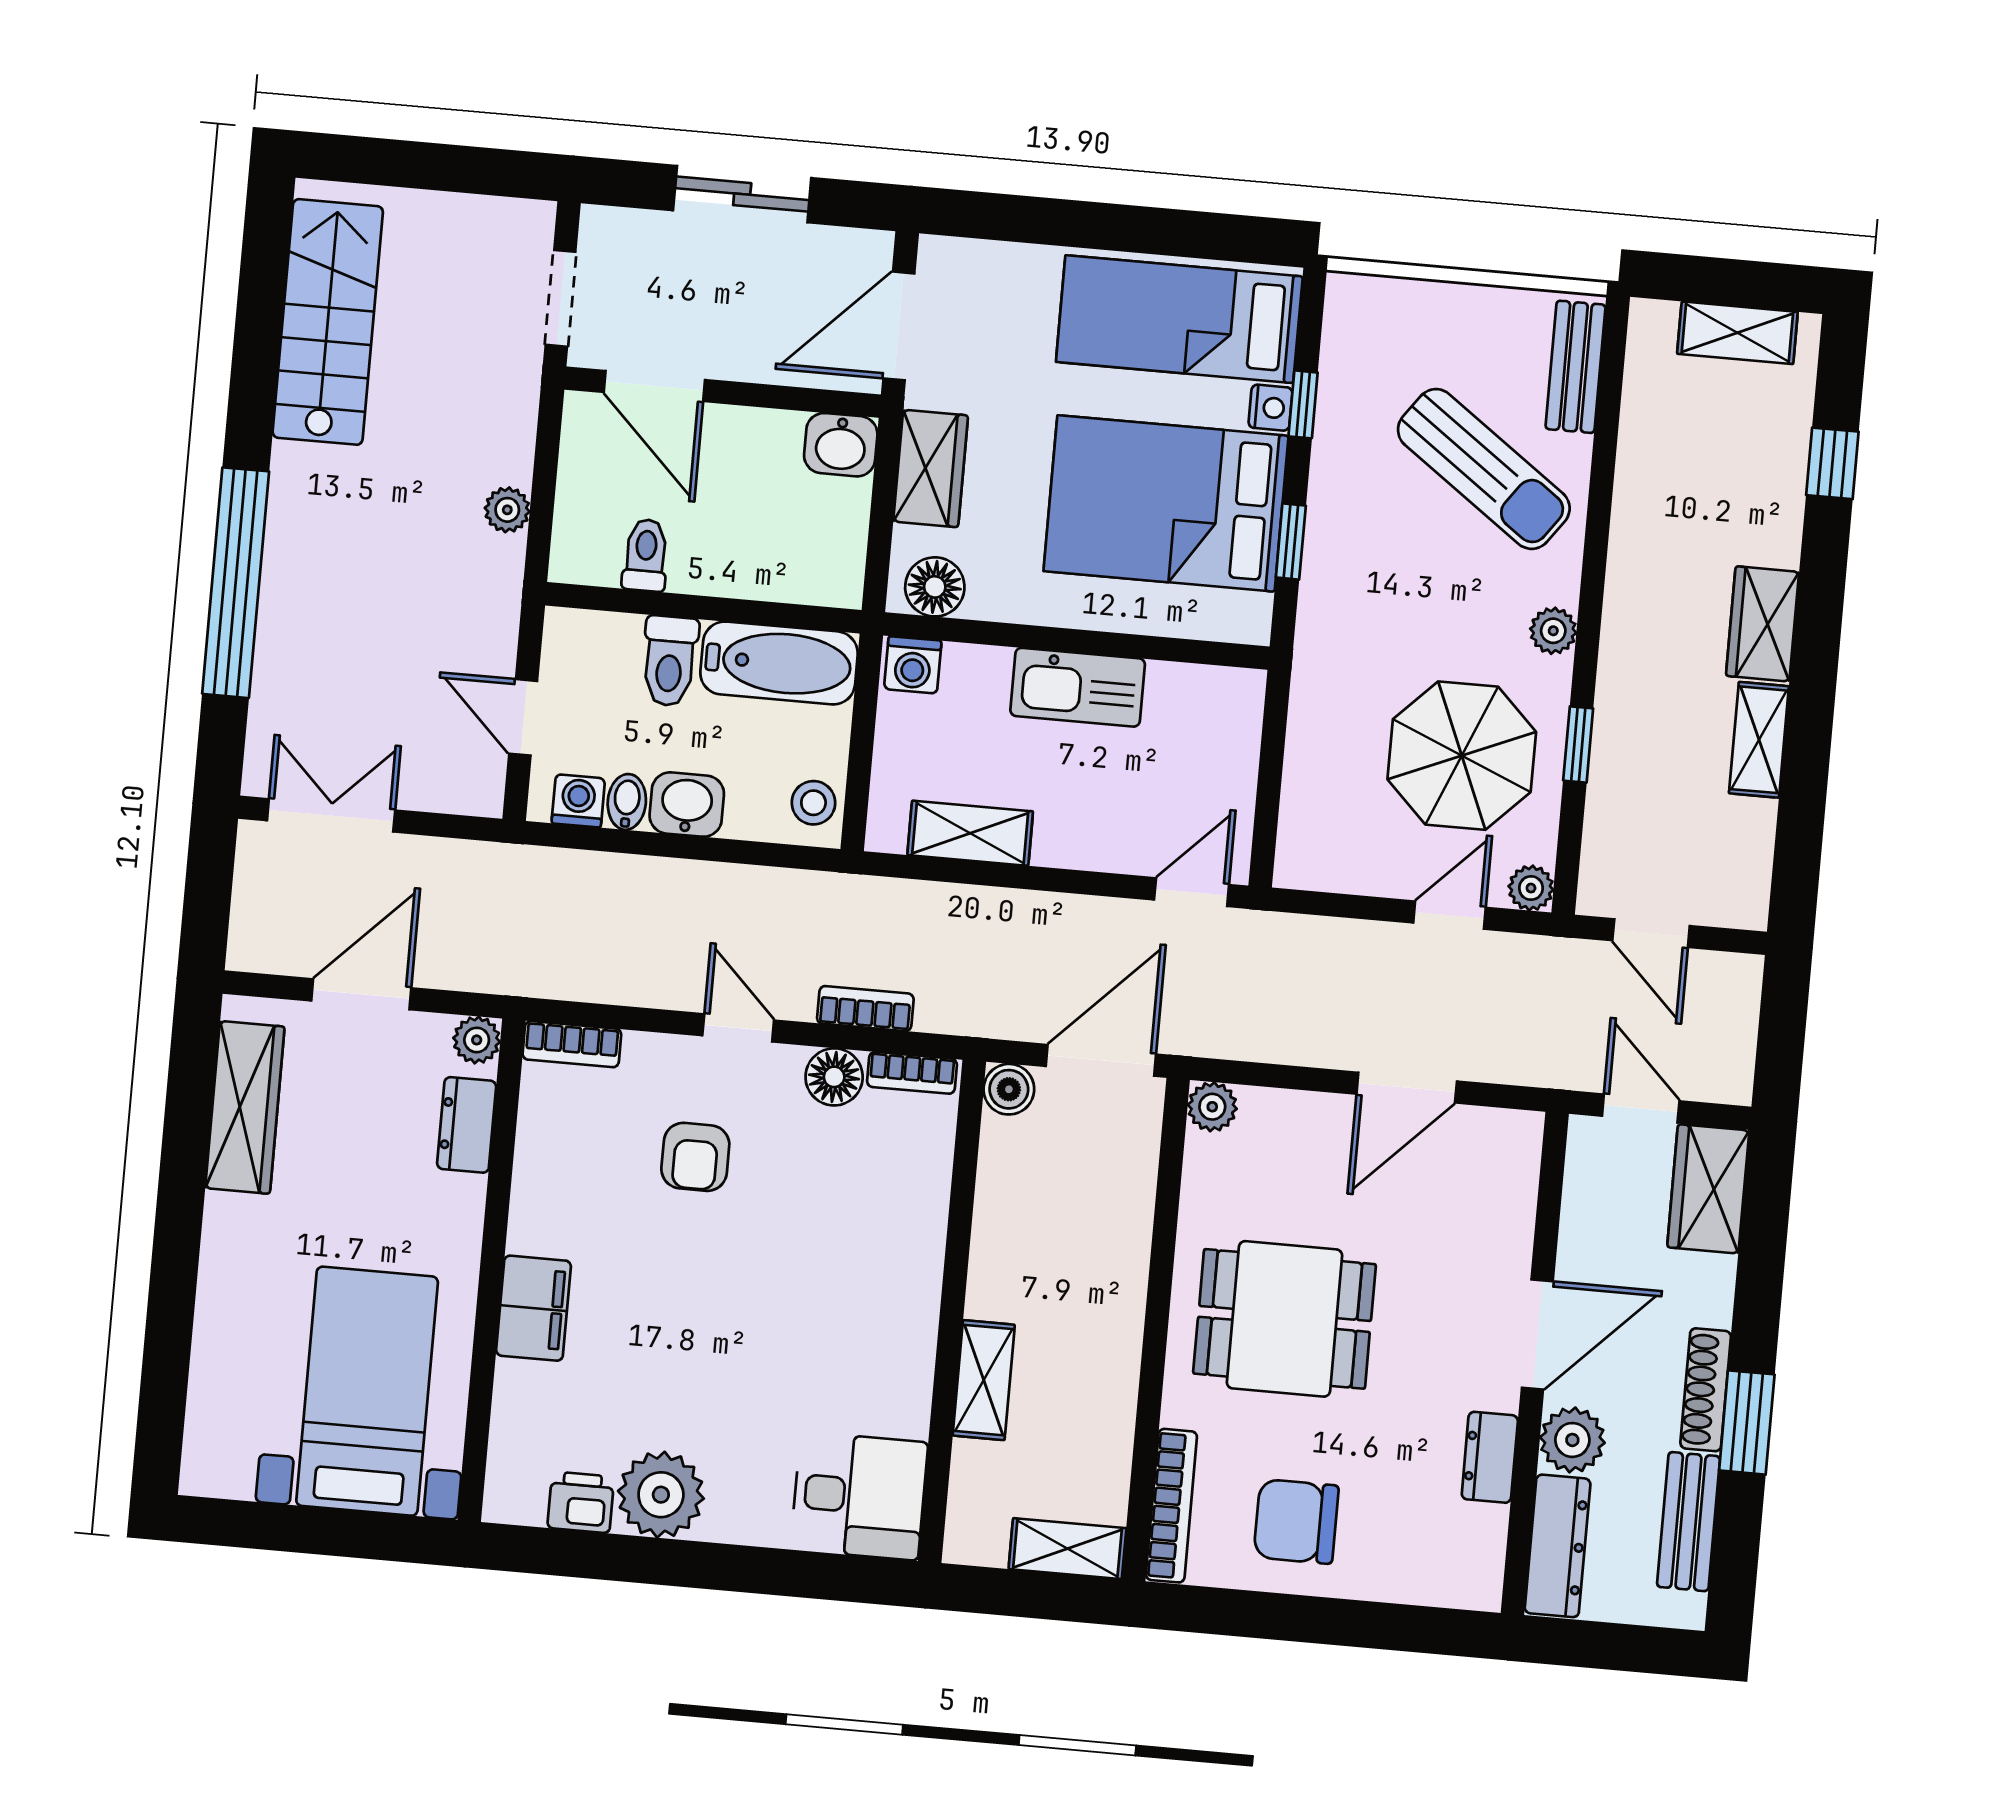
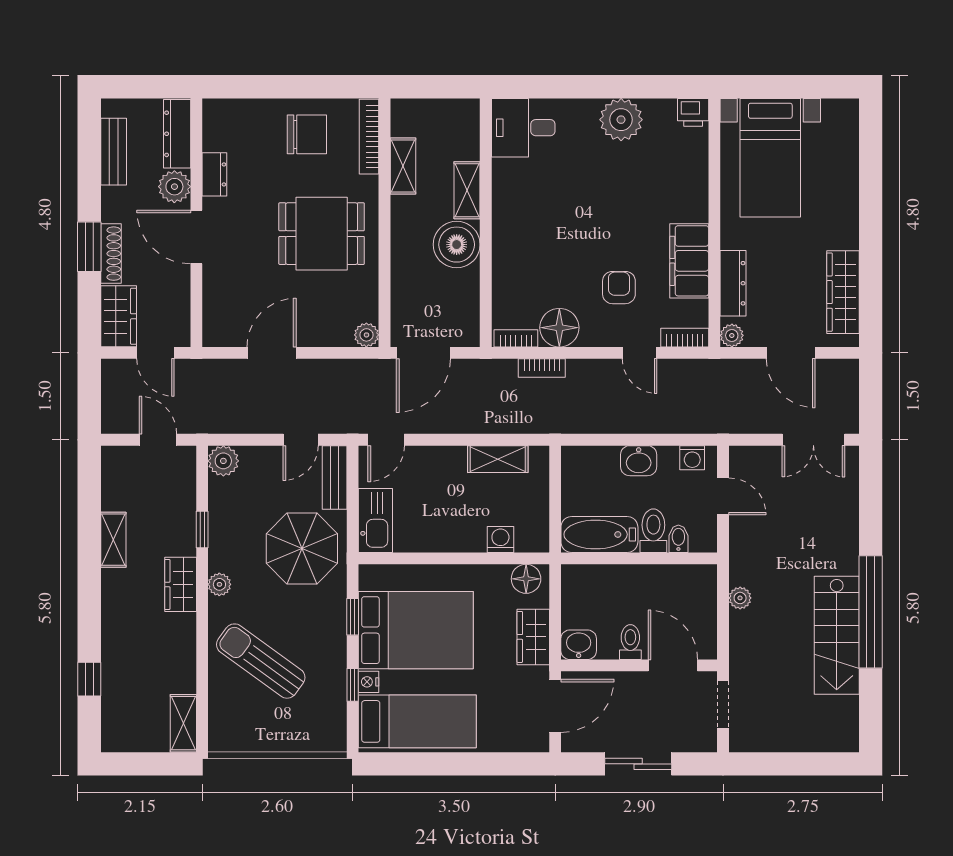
stairs: (328, 322) -> (837, 635), moved
shelving: (1737, 333) -> (183, 723), moved, turned 90
bench: (1575, 367) -> (335, 477), moved
toilet: (646, 555) -> (630, 642), moved, turned 180
window: (236, 583) -> (871, 612), moved
wardrobe: (1763, 624) -> (181, 584), moved, turned 180
washing machine: (913, 665) -> (500, 539), moved
kitchen sink: (1078, 687) -> (375, 520), moved, turned 90
parasol: (1462, 756) -> (302, 549), moved
bidet: (627, 802) -> (678, 539), moved, turned 180
stool: (813, 803) -> (576, 467), removed
plant: (1531, 888) -> (223, 461), width x1.38, depth x1.38
door: (1449, 915) -> (301, 440), moved
door: (361, 994) -> (791, 353), hinge flipped
door: (738, 1028) -> (640, 353), moved
floor lamp: (834, 1077) -> (559, 328), width x1.38, depth x1.38
boiler: (1009, 1089) -> (457, 245), moved, width x1.86, depth x1.86
dresser: (467, 1125) -> (733, 283), width x1.44
filing cabinet: (533, 1308) -> (689, 261), moved, width x1.50, depth x1.17
door: (1537, 1334) -> (196, 237), hinge flipped
shoe rack: (1706, 1390) -> (111, 254), moved
window: (1747, 1422) -> (89, 247), moved
printer: (581, 1502) -> (693, 112), moved
shelving: (1067, 1549) -> (403, 166), moved, turned 90

